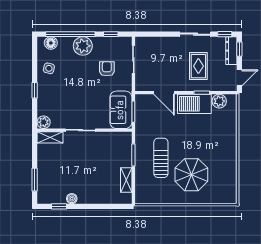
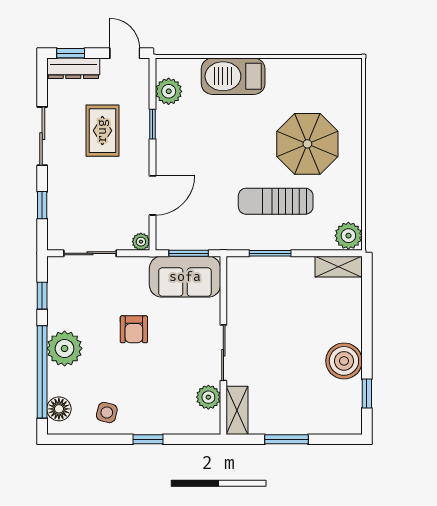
window: (225, 34) -> (42, 205), moved
rug: (198, 66) -> (102, 131), turned 90
armchair: (107, 69) -> (134, 329), moved, turned -90
plant: (139, 86) -> (141, 242), added
barbecue: (194, 104) -> (233, 76), moved, turned 90
plant: (44, 122) -> (208, 397), moved
window: (35, 180) -> (286, 439), moved
shelving: (126, 180) -> (338, 267), moved
plant: (143, 197) -> (348, 236), added
boiler: (72, 199) -> (344, 361), width x1.86, depth x1.86

